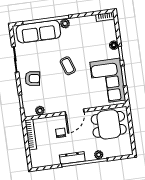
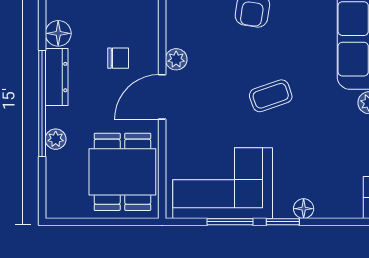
plant: (40, 111) -> (176, 59), moved
door: (75, 112) -> (162, 97), hinge flipped
floor lamp: (54, 160) -> (58, 33), added

